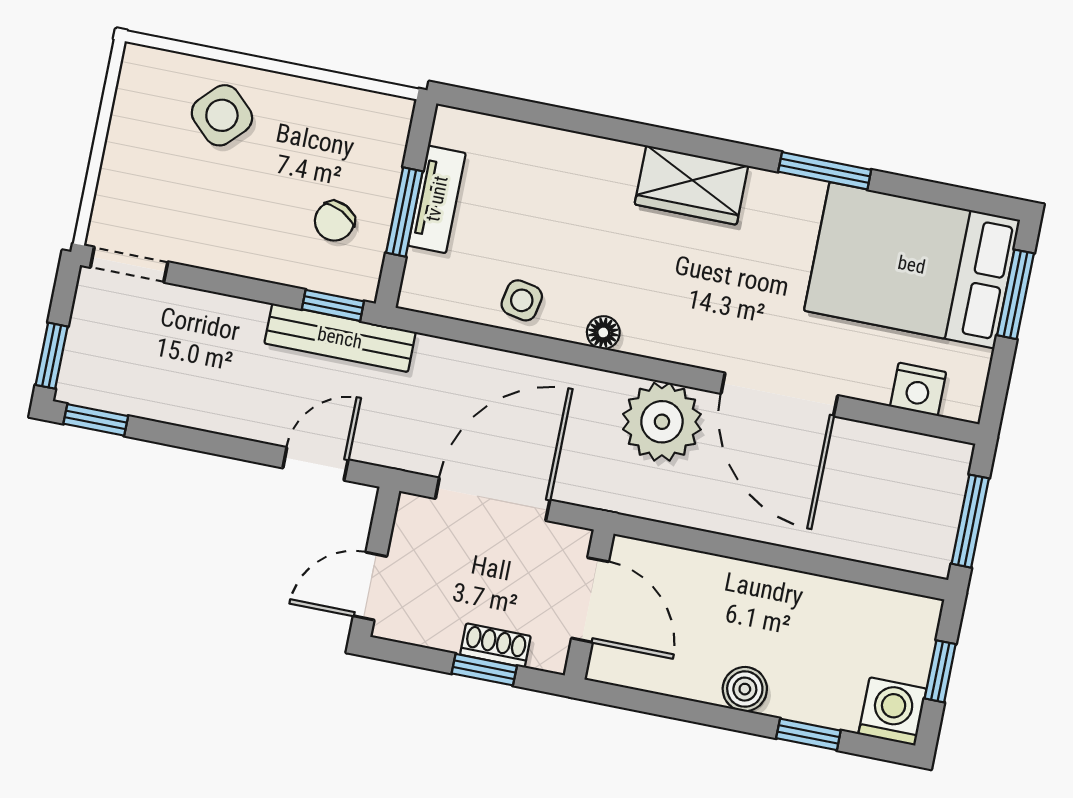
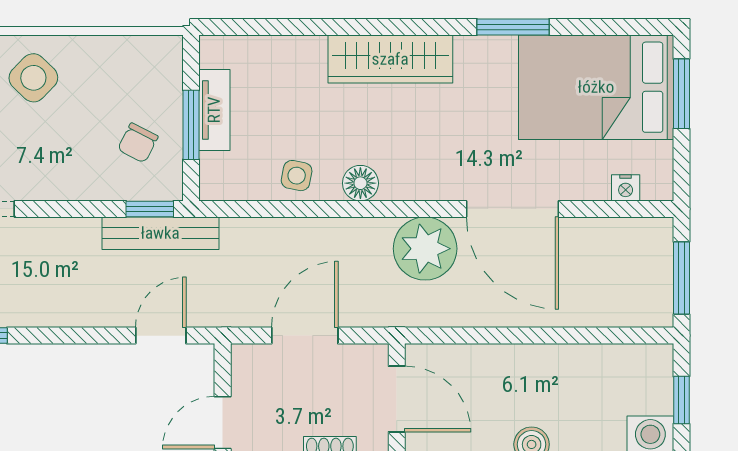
wardrobe: (691, 185) -> (390, 59), width x1.50
floor lamp: (603, 333) -> (360, 183), width x1.37, depth x1.37
nightstand: (918, 389) -> (626, 188), width x0.72, depth x0.74
door: (493, 499) -> (305, 336), width x0.73

